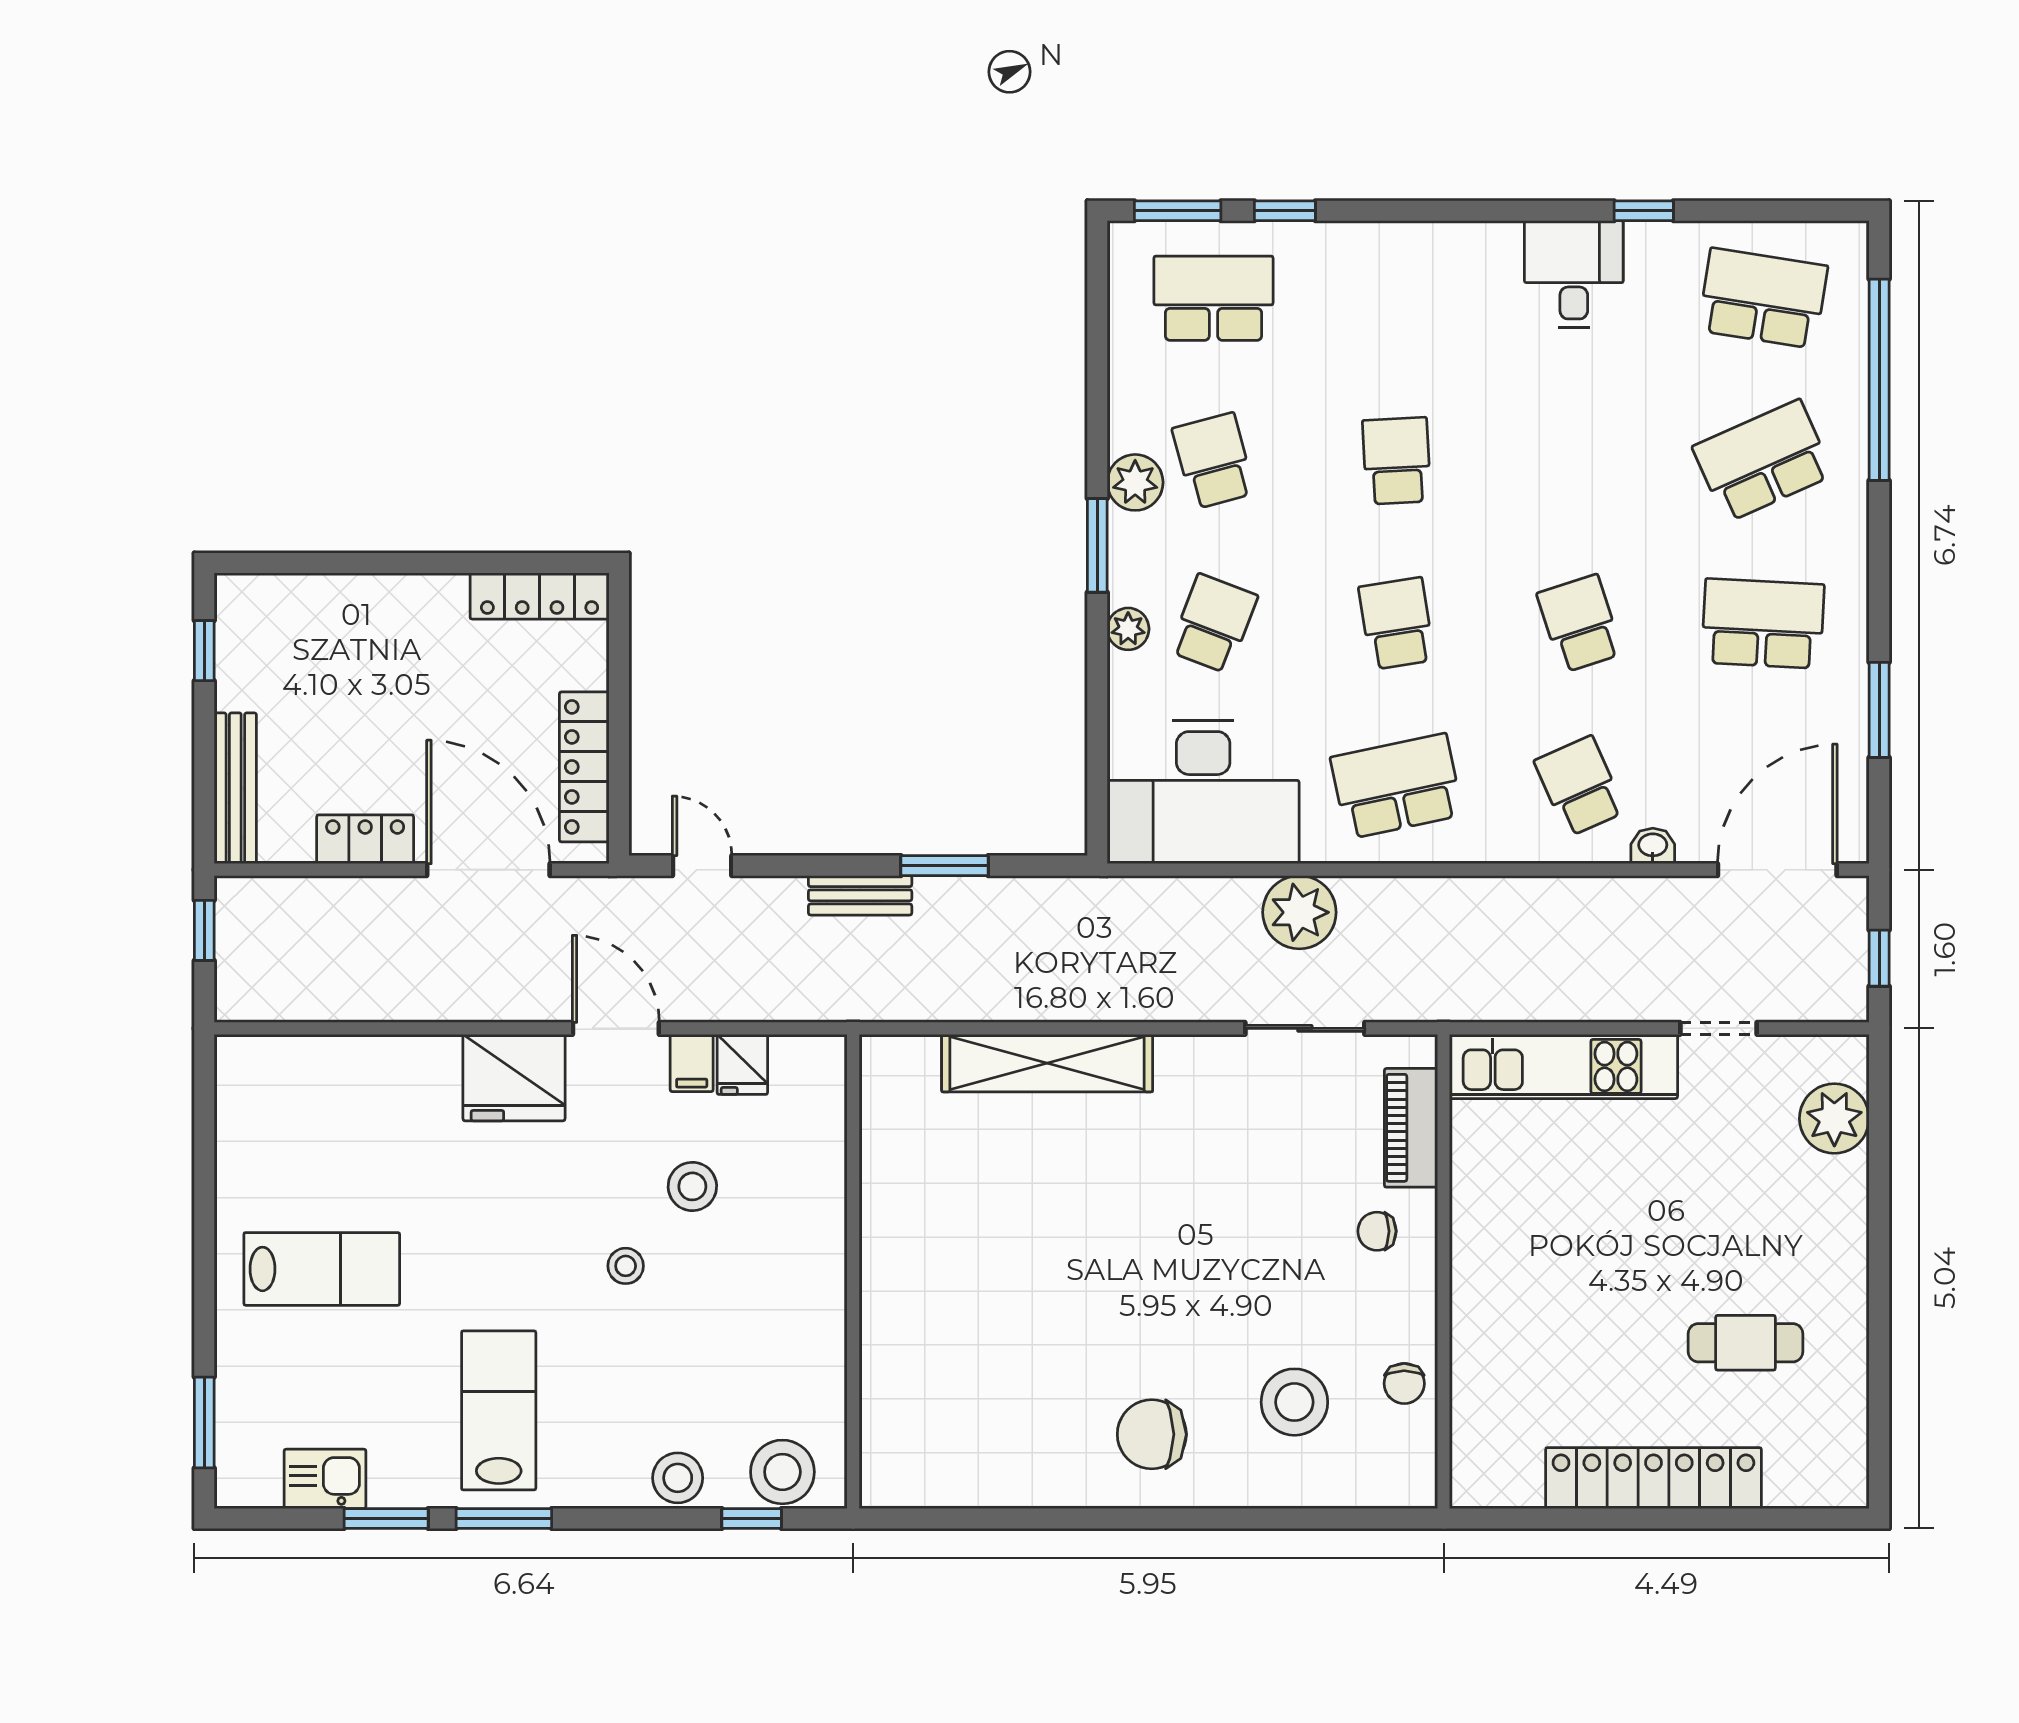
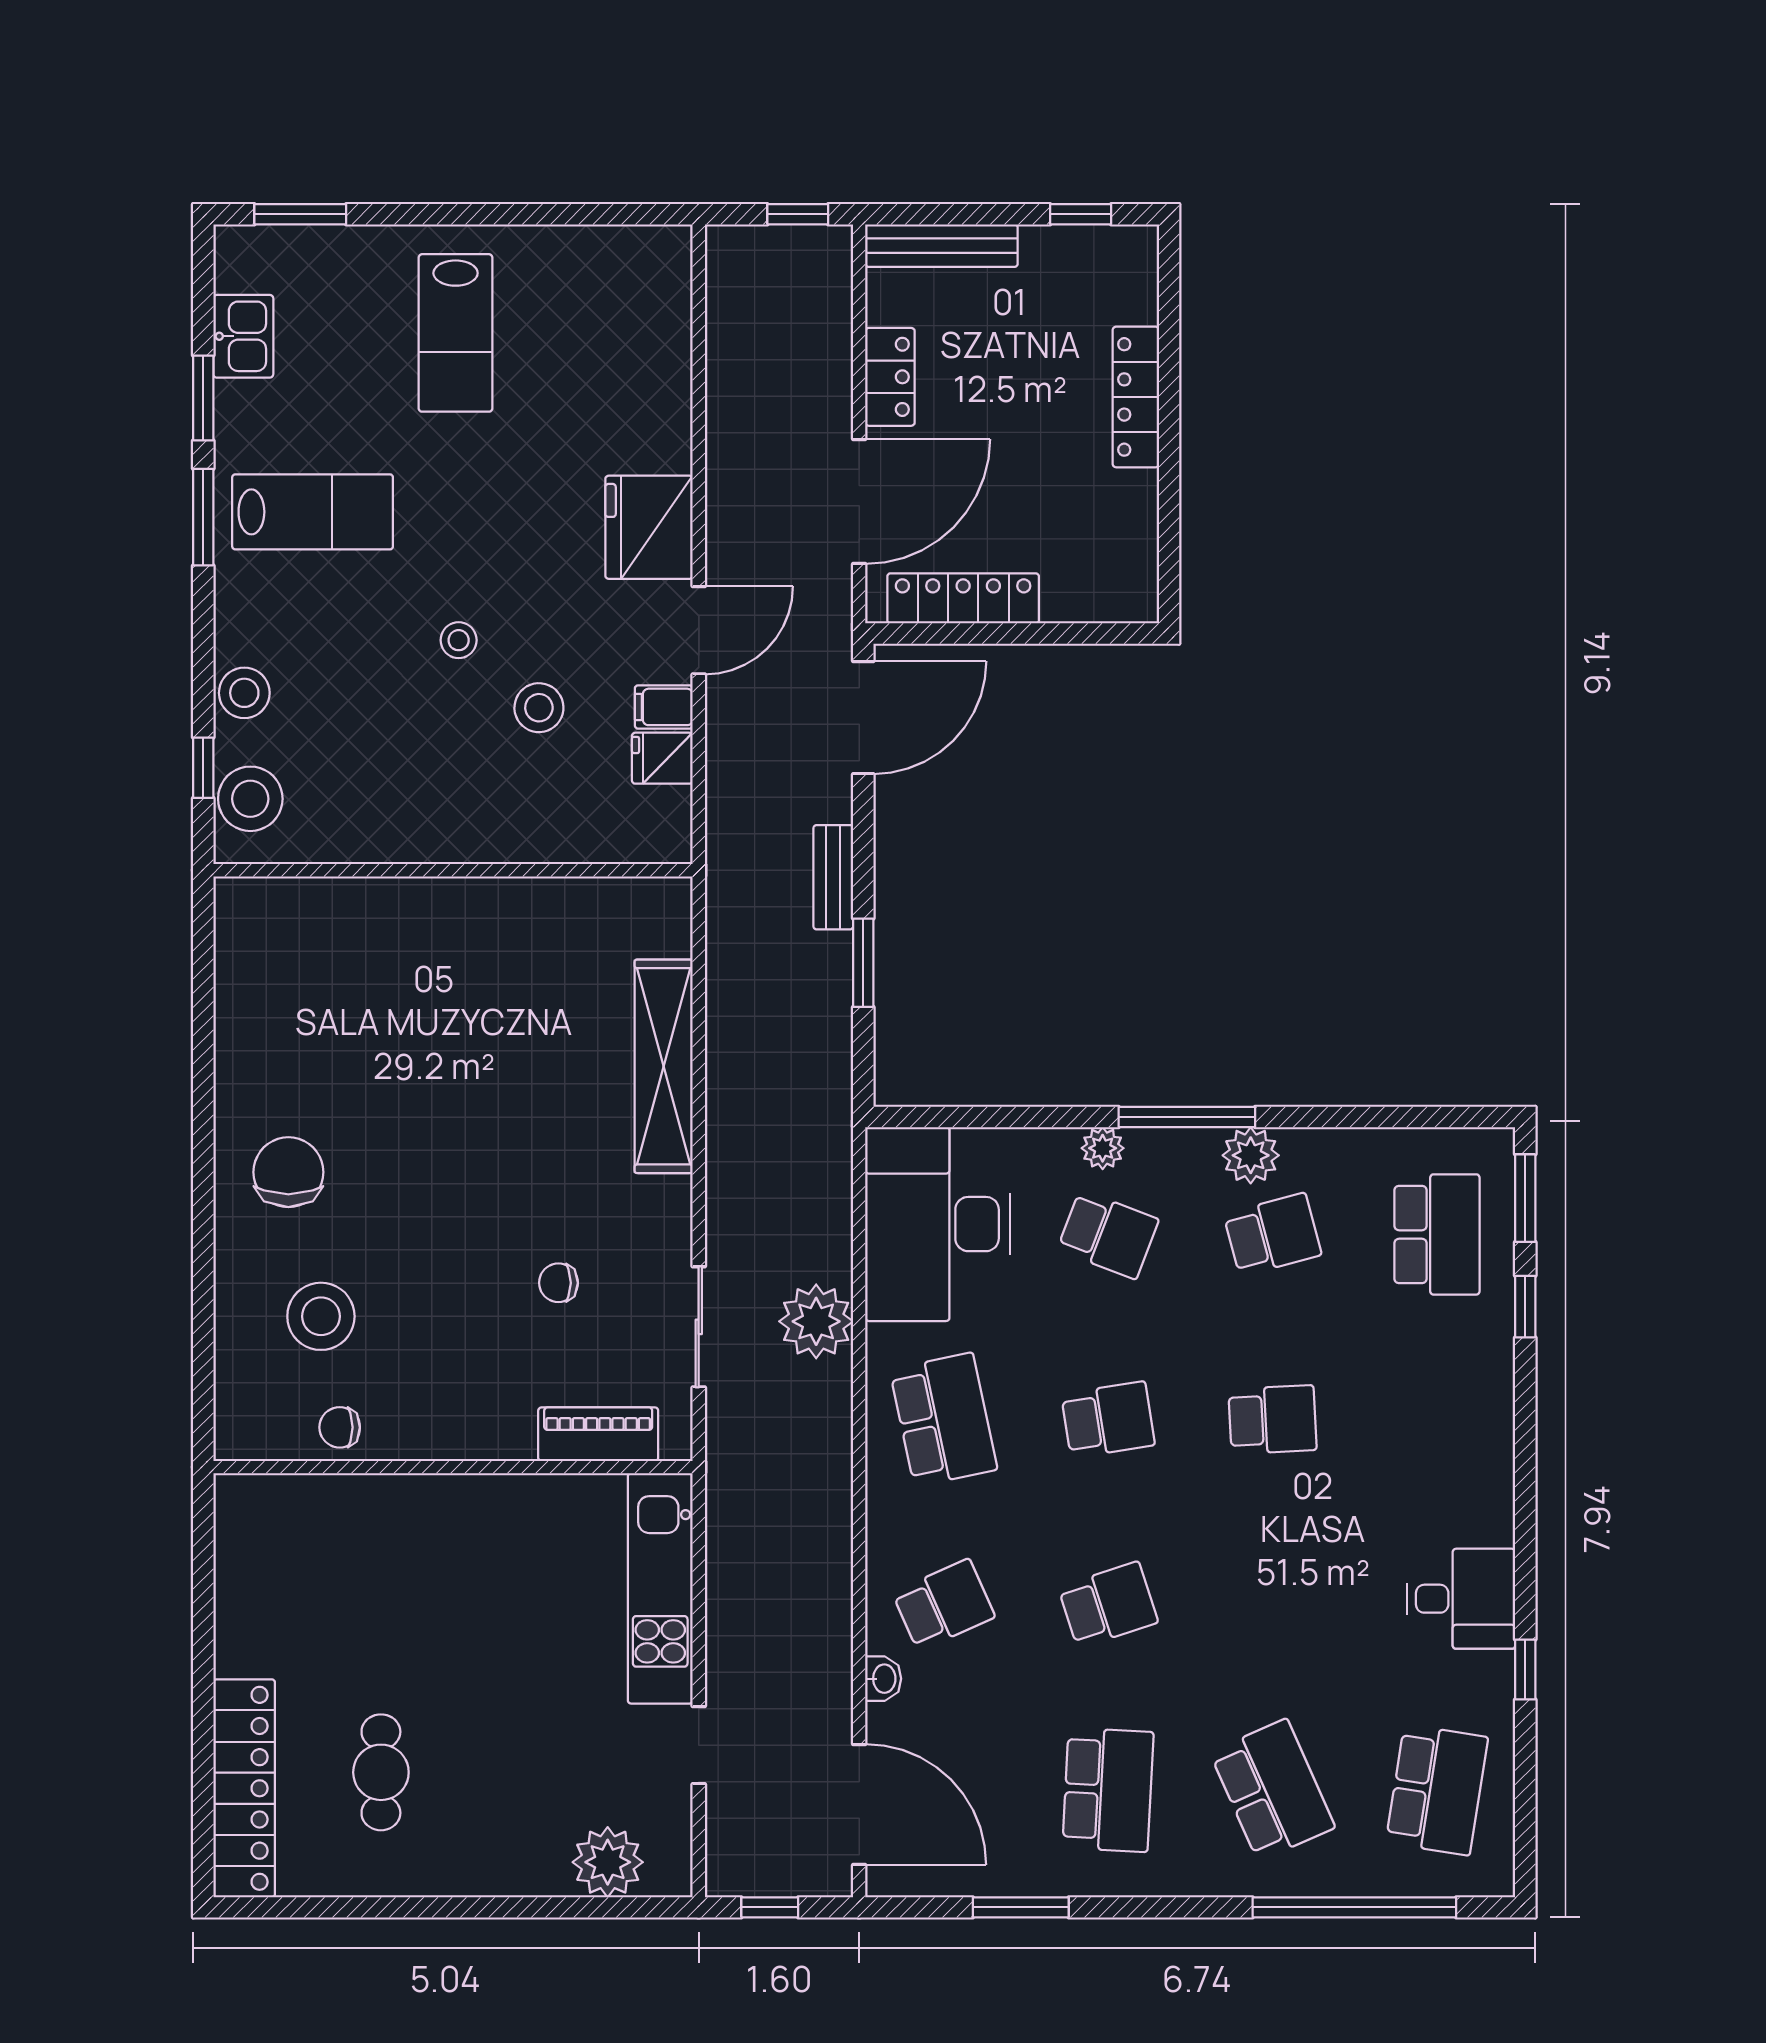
window: (1097, 545) -> (1187, 1117), width x1.44
locker: (540, 596) -> (1136, 397), moved
door: (702, 866) -> (863, 718), width x1.87
chair: (1377, 1231) -> (558, 1283), moved, turned -90
locker: (1653, 1478) -> (244, 1788), moved

